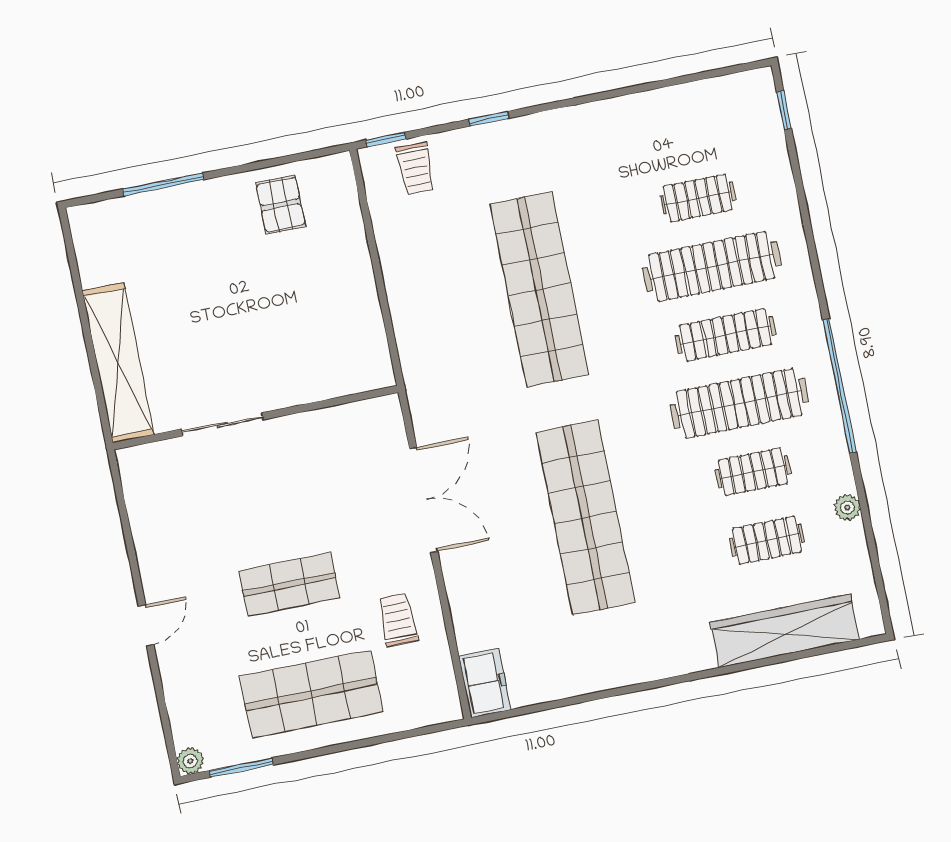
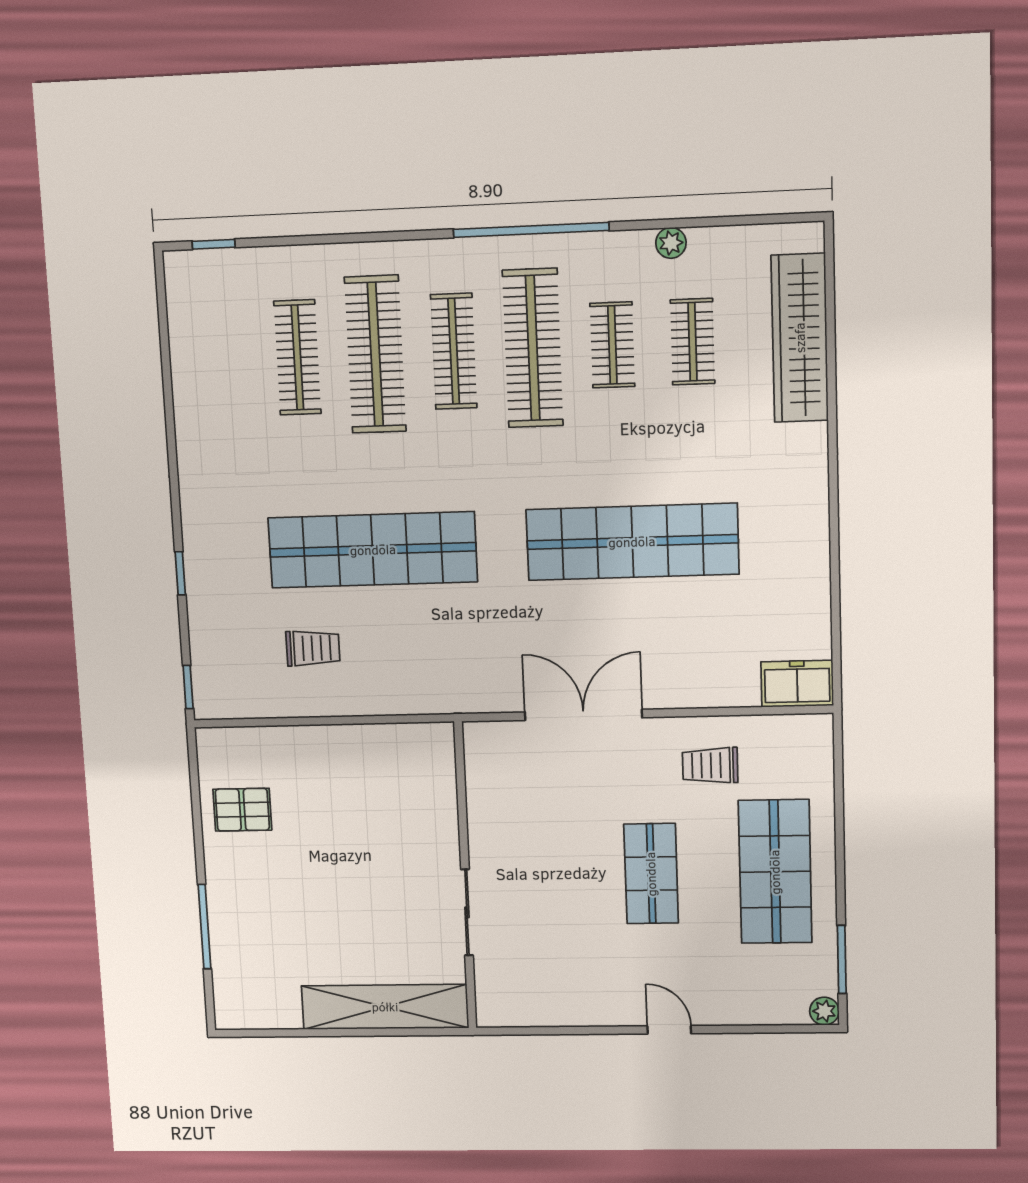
trolley: (416, 168) -> (313, 648), moved
clothes rail: (698, 198) -> (297, 358), width x1.36

